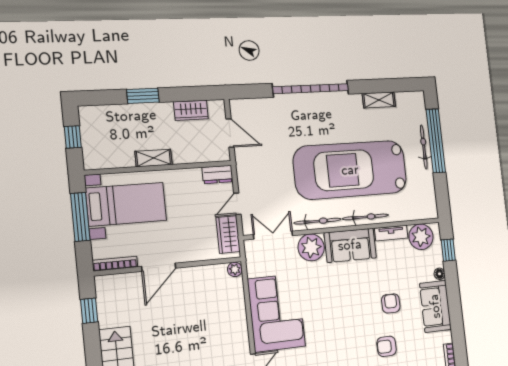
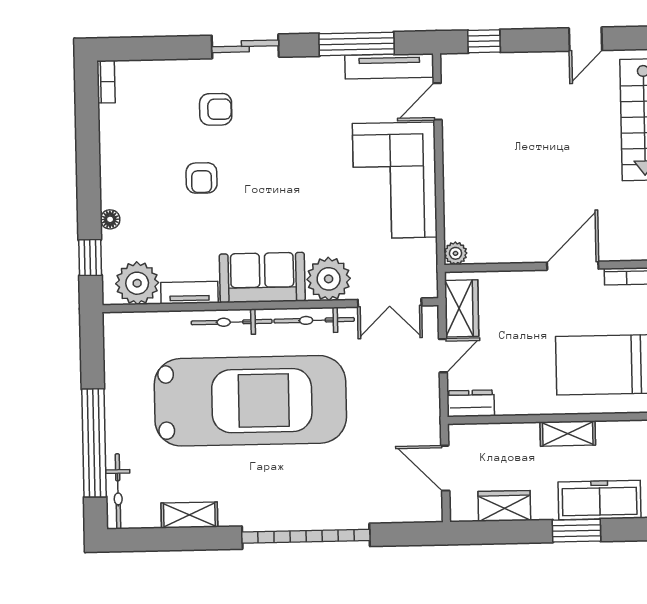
freezer: (129, 116) -> (600, 500), added
bicycle: (424, 147) -> (118, 491), moved
sofa: (435, 306) -> (123, 166), removed

